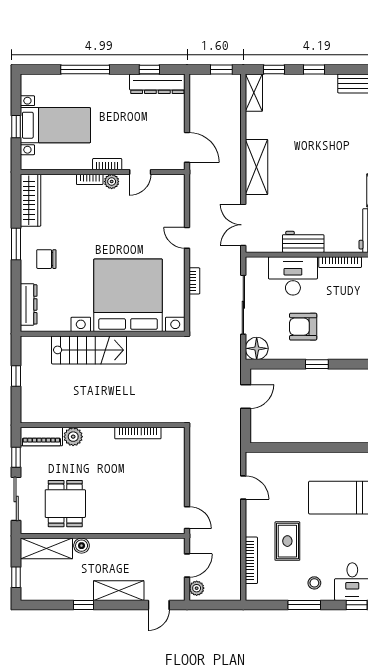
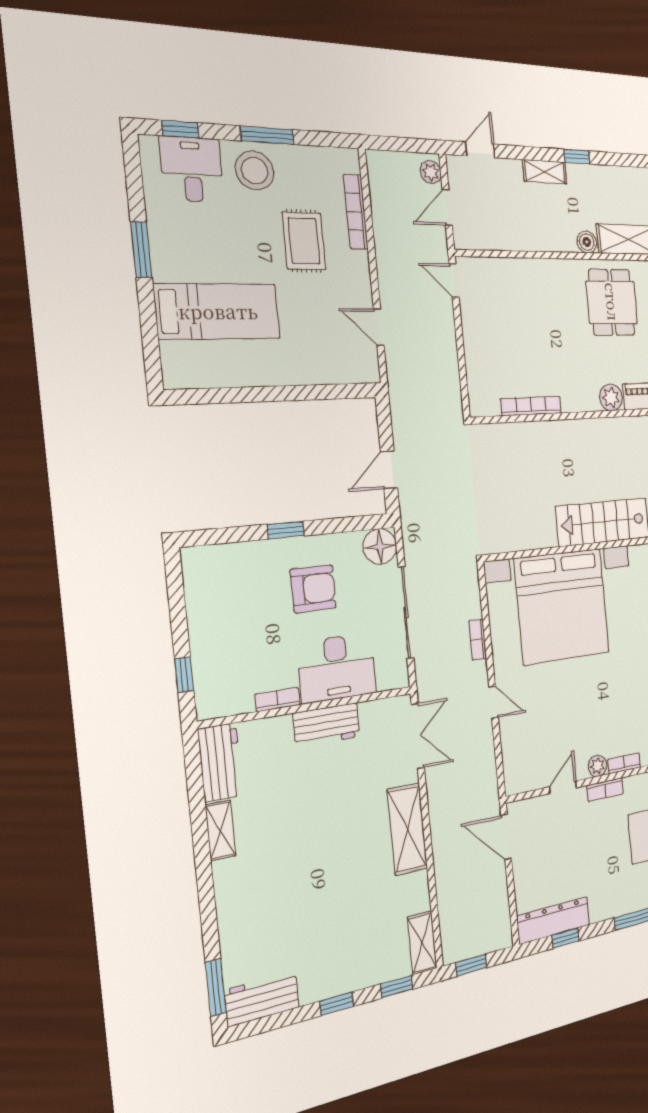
bookcase: (340, 262) -> (277, 700), width x0.64
stool: (314, 583) -> (255, 171), width x1.89, depth x1.89
shelving: (119, 591) -> (545, 172), width x0.67, depth x0.75

